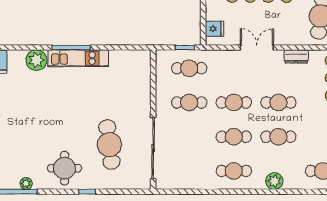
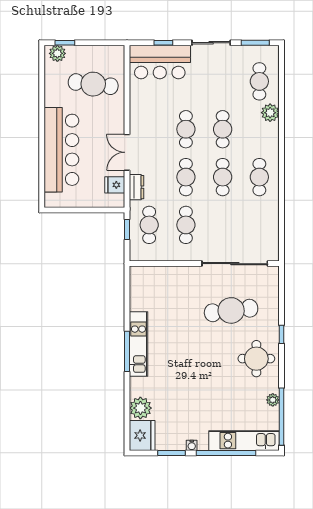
fridge: (215, 29) -> (115, 185), moved, turned -90
dresser: (296, 56) -> (137, 187), moved
plant: (36, 60) -> (140, 408), moved
plant: (274, 181) -> (270, 113), moved

